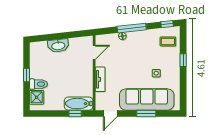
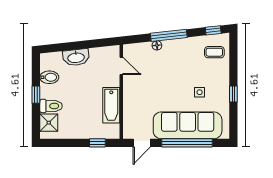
door: (94, 52) -> (121, 66), hinge flipped
window: (183, 60) -> (233, 94), moved
bidet: (37, 61) -> (49, 77), added
tv unit: (100, 79) -> (129, 100), removed
bathtub: (79, 104) -> (111, 105), moved, turned -90
window: (146, 113) -> (187, 143), width x2.11

